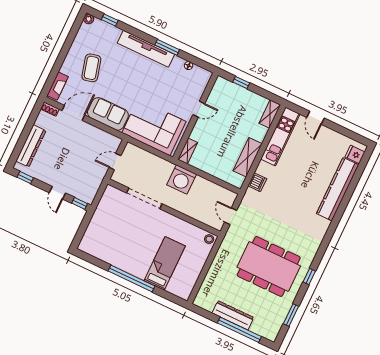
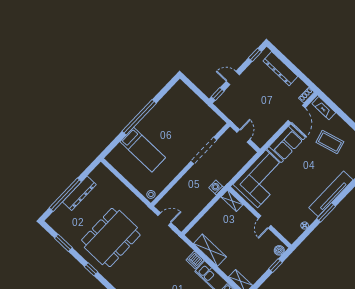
boiler: (224, 84) -> (279, 250), added
washing machine: (182, 179) -> (216, 188), width x0.53, depth x0.53
dishwasher: (257, 182) -> (195, 260), moved

